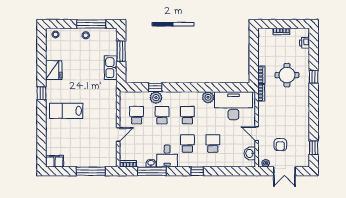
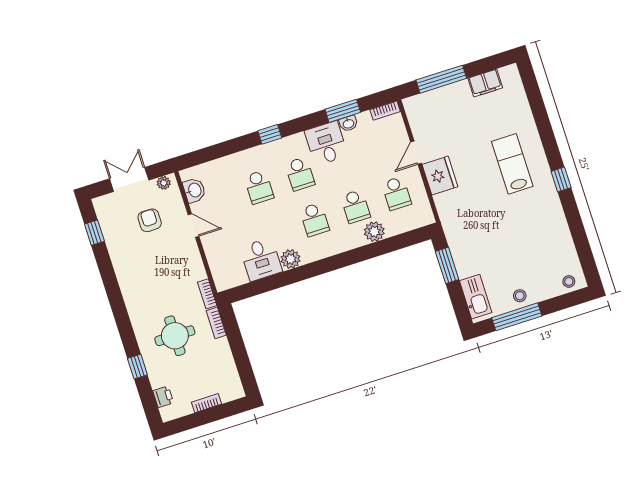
window: (121, 51) -> (447, 265), moved
kitchen sink: (111, 68) -> (476, 297), moved
fridge: (54, 70) -> (440, 176), moved, turned 180
window: (314, 77) -> (137, 367), moved
window: (155, 87) -> (381, 248), removed
desk: (234, 106) -> (261, 259), width x0.53, depth x0.77
lab bench: (66, 111) -> (512, 164), turned -90
filing cabinet: (55, 161) -> (485, 83), moved
window: (152, 171) -> (343, 111), width x0.69

